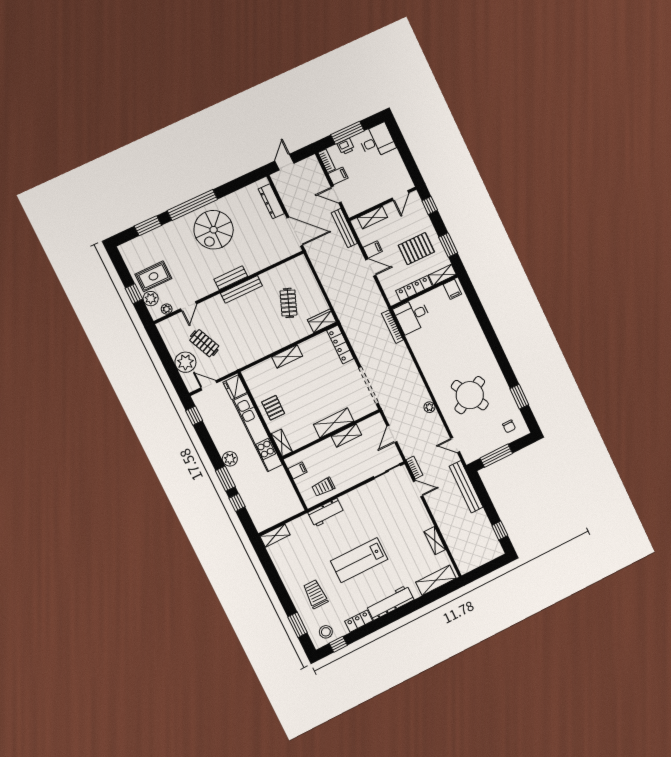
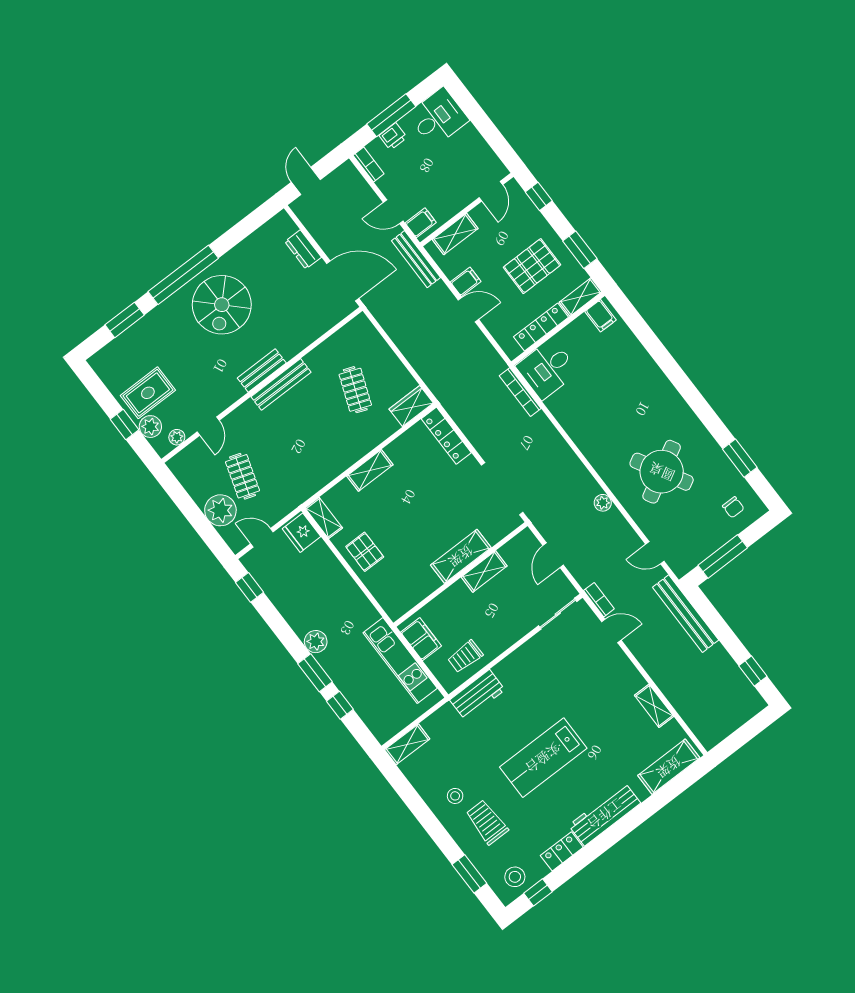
filing cabinet: (338, 176) -> (421, 223), moved
dresser: (271, 201) -> (303, 249), width x0.70
clothes rail: (204, 343) -> (242, 476), turned 42
kitchen unit: (258, 433) -> (400, 661), moved, width x0.73
shelving: (282, 443) -> (324, 518), moved
filing cabinet: (298, 470) -> (421, 639), width x2.00
stool: (299, 574) -> (455, 796), added

